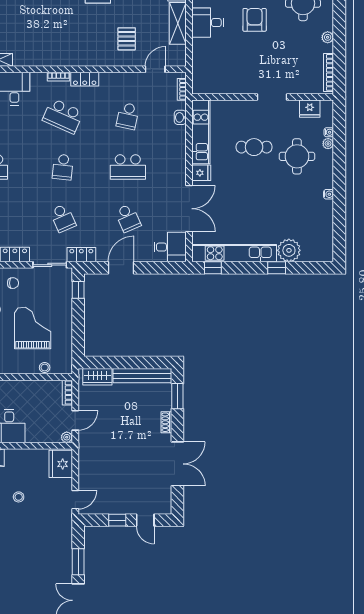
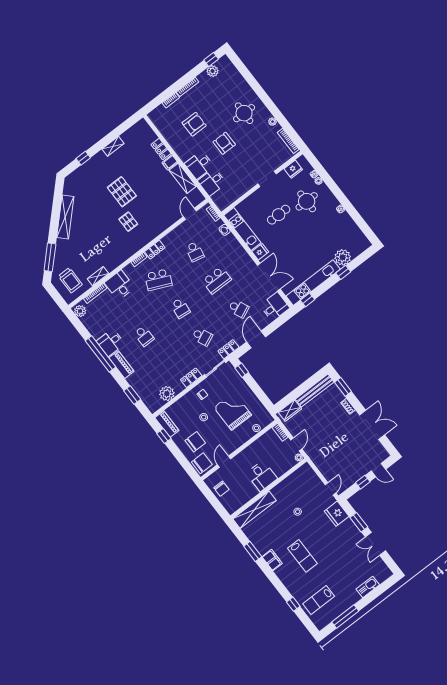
pallet: (127, 39) -> (128, 222), moved
desk: (207, 53) -> (212, 182), added
fridge: (61, 464) -> (337, 514), moved

